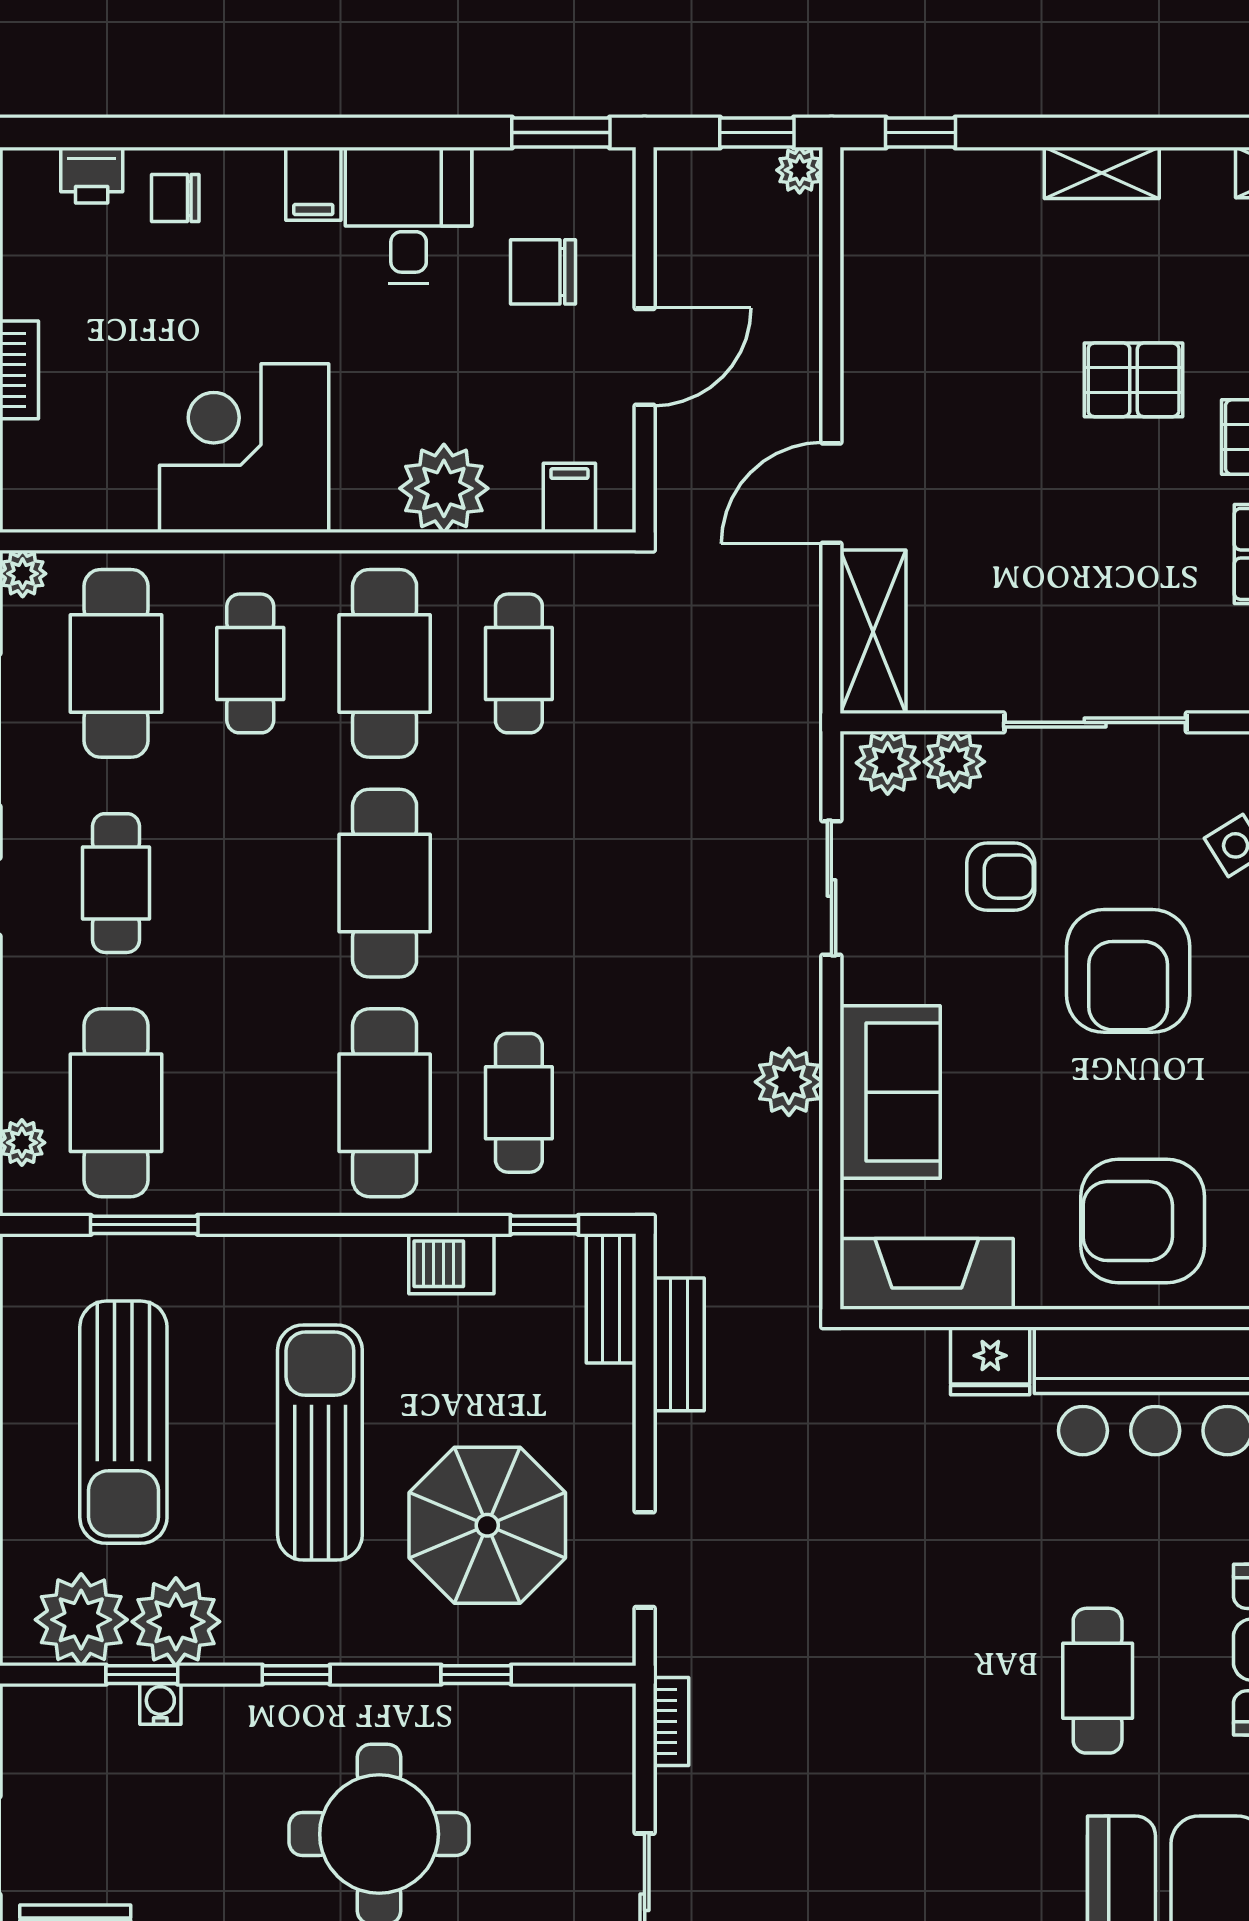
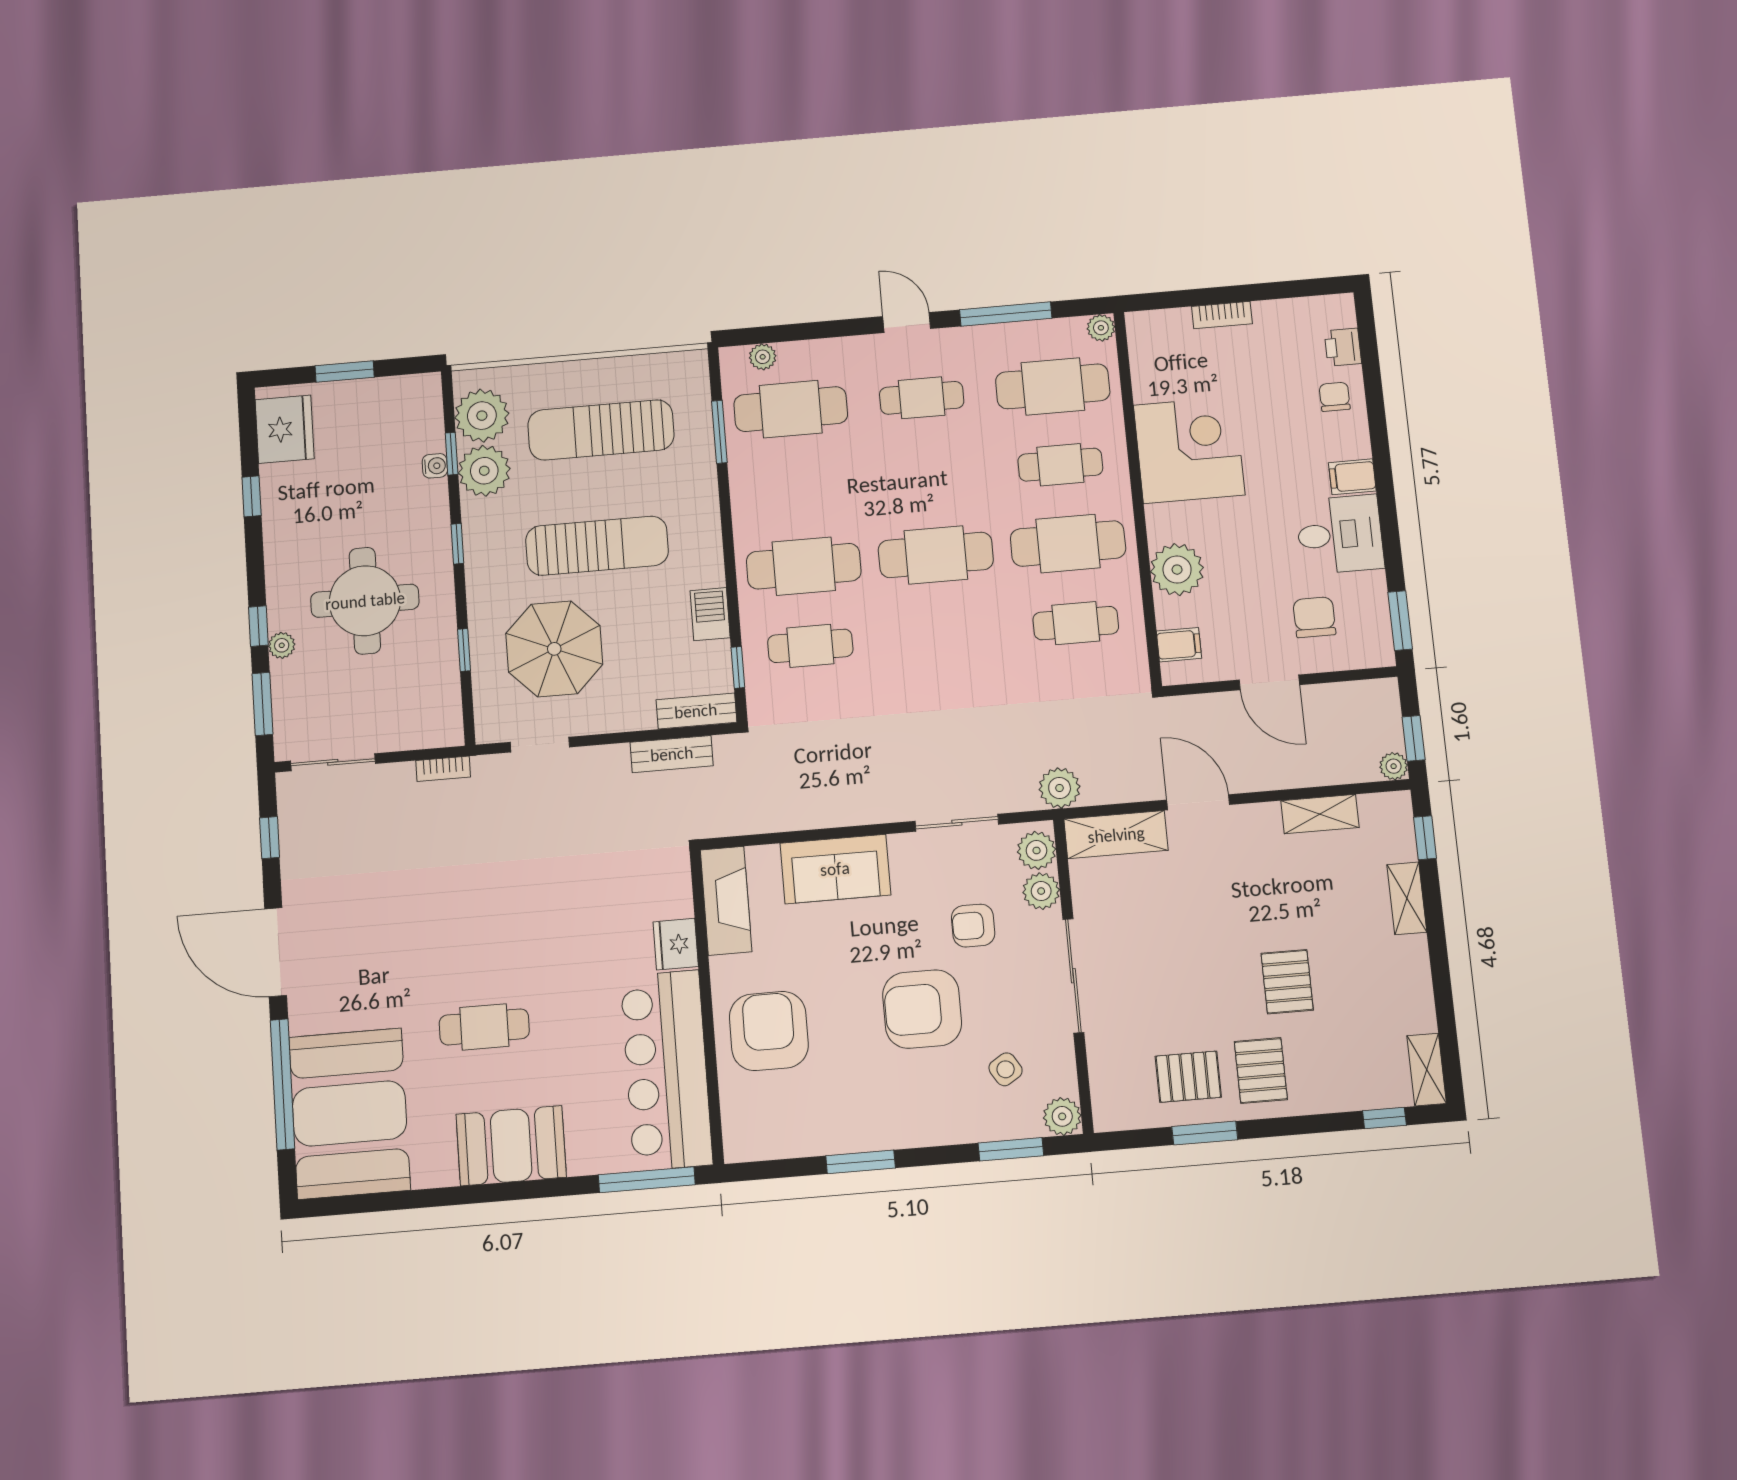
shelving: (1102, 173) -> (1407, 898), moved
shelving: (868, 298) -> (1320, 814), added
armchair: (1001, 877) -> (973, 926), turned 90
plant: (789, 1082) -> (1060, 788), moved

